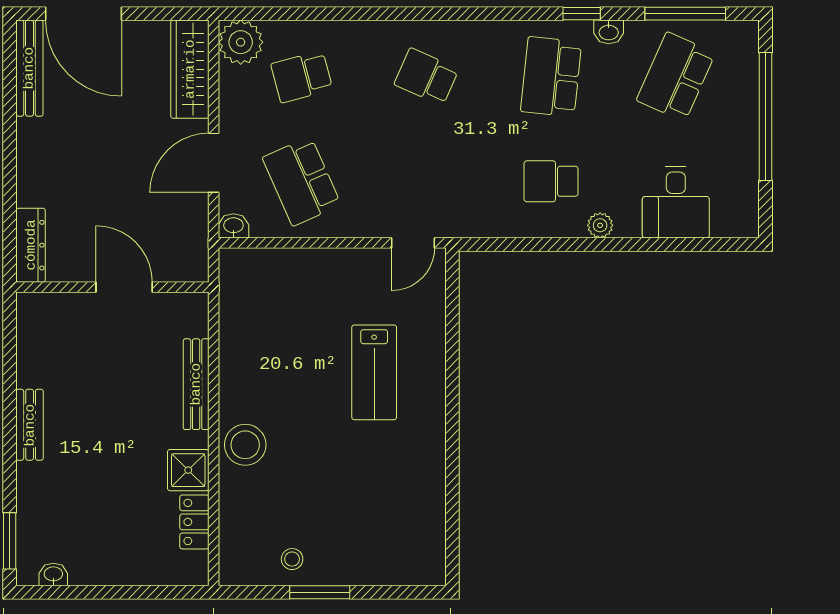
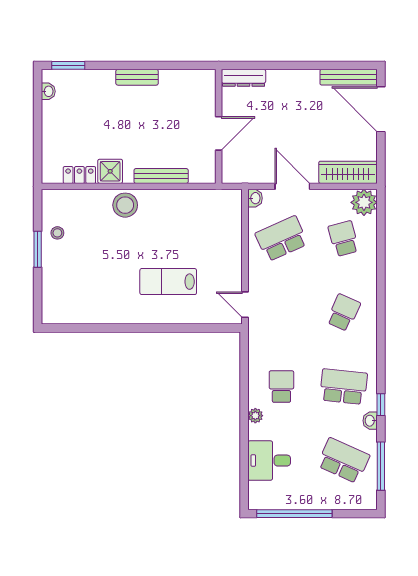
door: (83, 14) -> (381, 109), hinge flipped
window: (765, 116) -> (294, 514), moved

